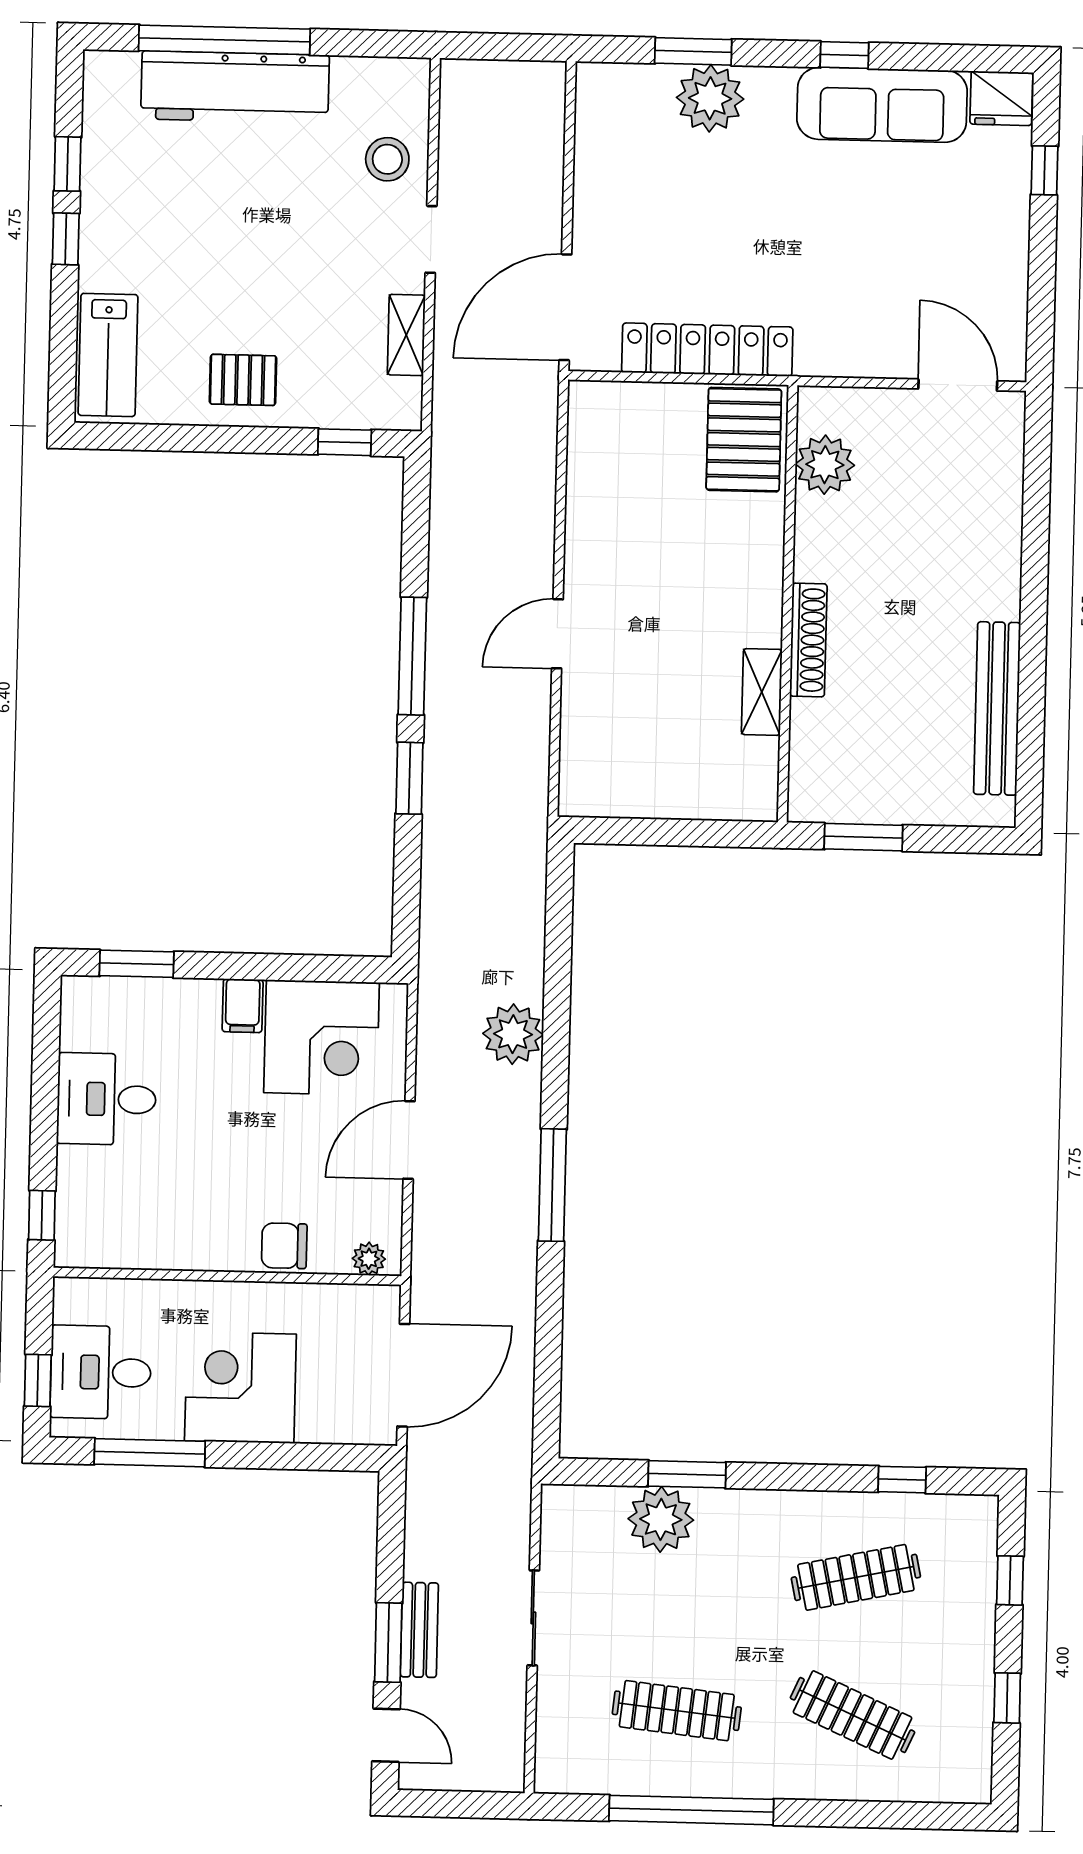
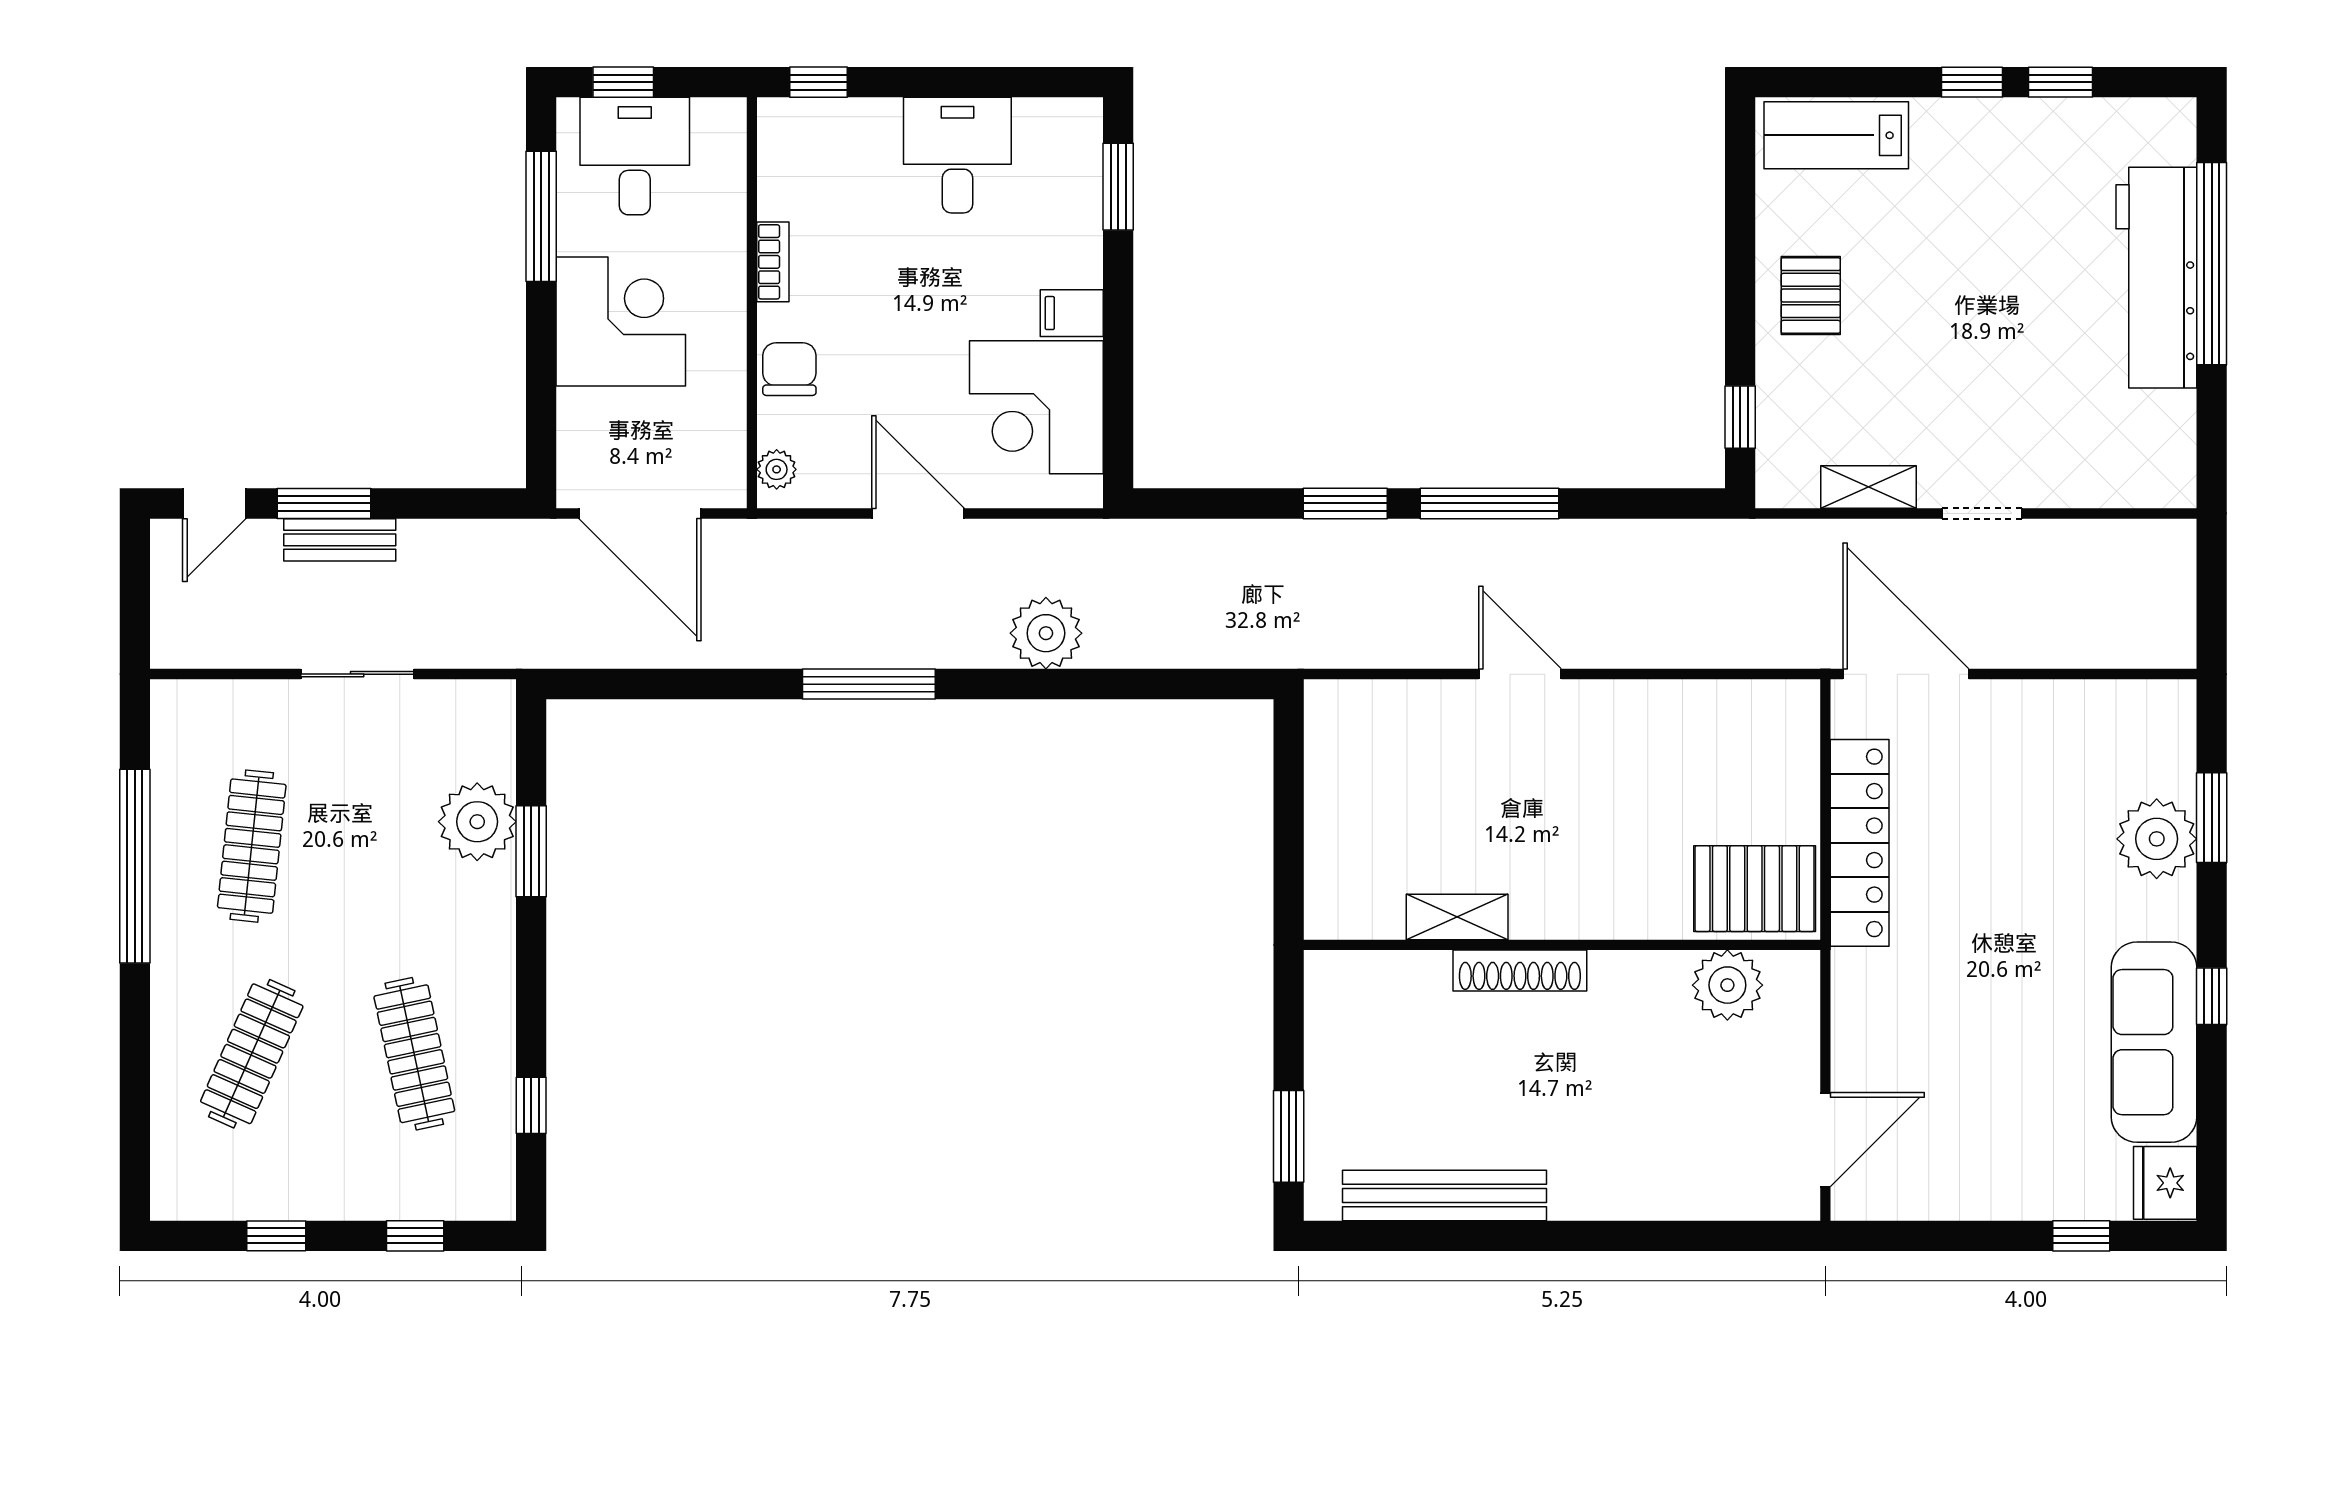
stool: (387, 159) -> (2075, 460), removed
window: (863, 837) -> (1289, 1136), moved
bookcase: (193, 1258) -> (773, 262), added

